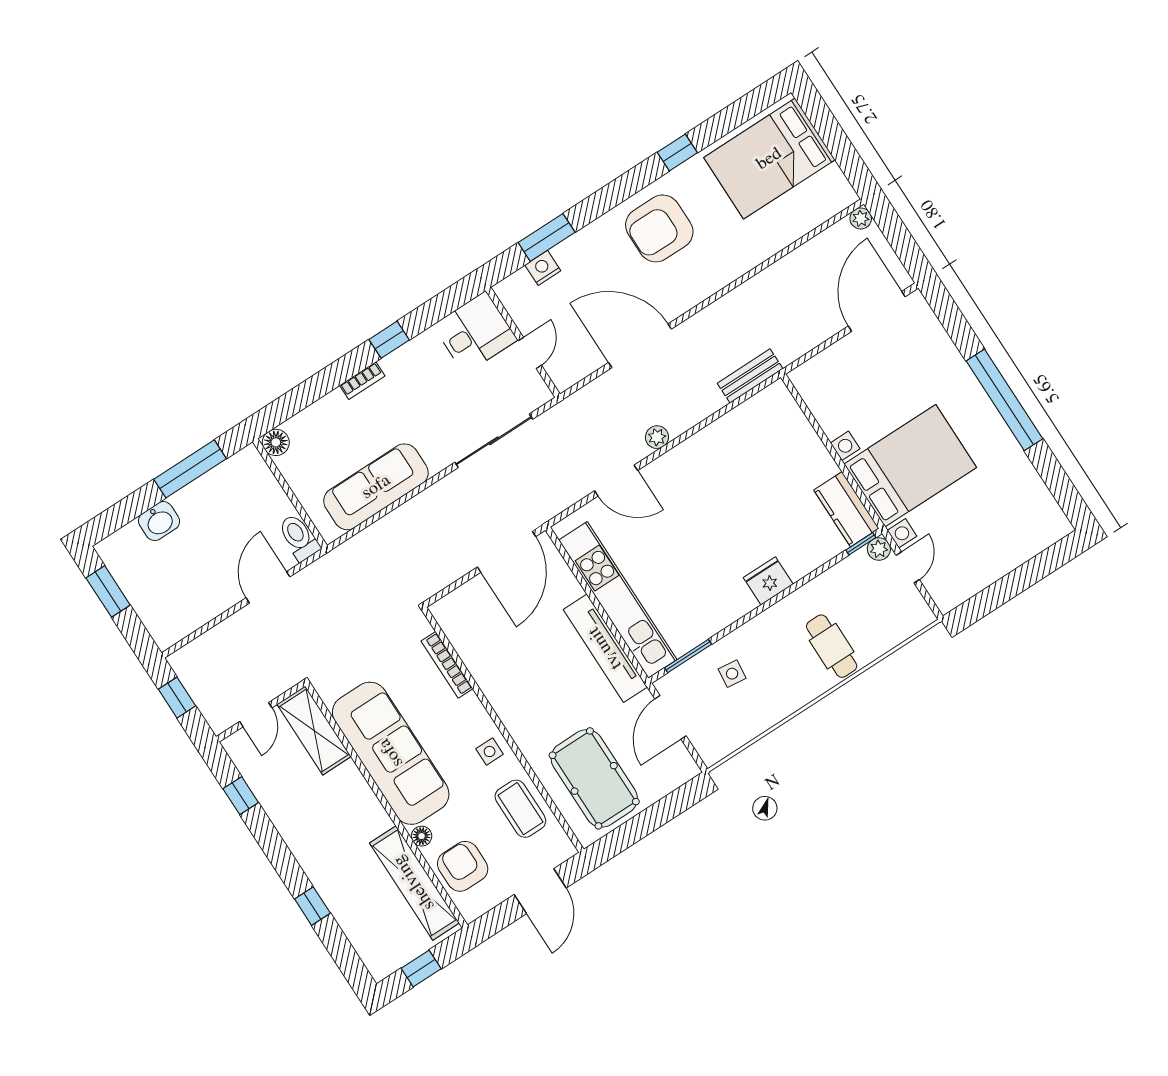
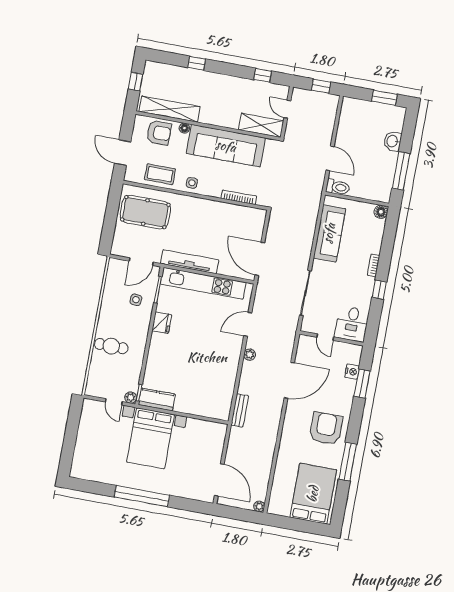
window: (677, 153) -> (348, 462), width x2.17
fridge: (768, 581) -> (162, 323), moved
door: (670, 717) -> (141, 262), swing flipped

